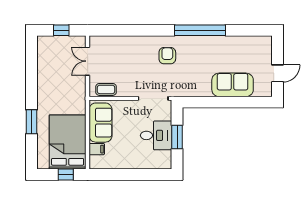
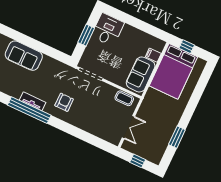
tv unit: (201, 41) -> (33, 101), added
armchair: (167, 56) -> (64, 102), turned 180
window: (32, 122) -> (177, 137), moved
desk: (156, 135) -> (108, 30), moved, turned 90

